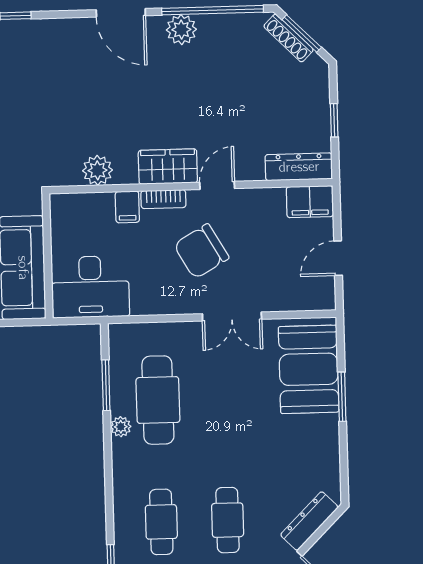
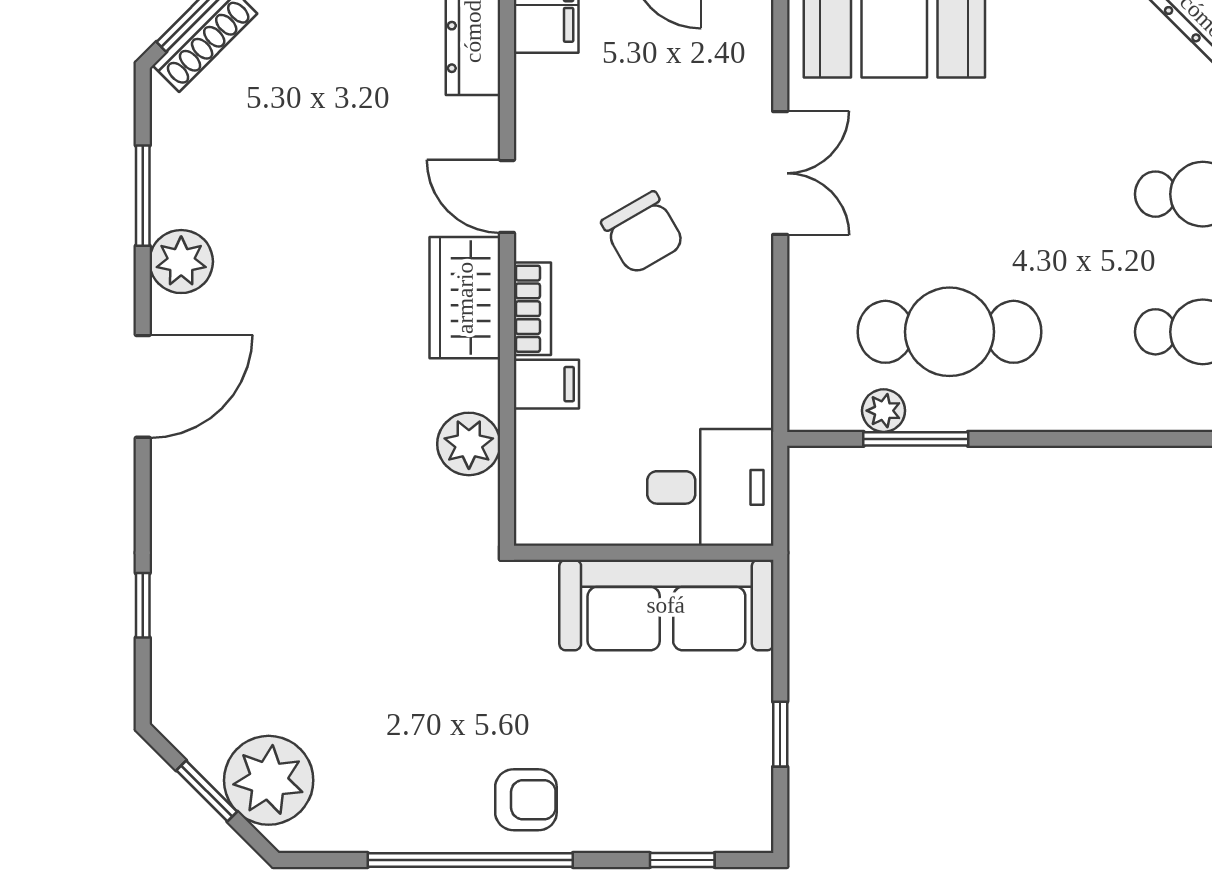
window: (213, 10) -> (143, 196), width x0.47
chair: (201, 251) -> (643, 233), width x0.73, depth x0.73
desk: (90, 287) -> (710, 487), width x0.73
plant: (121, 427) -> (884, 411), moved

